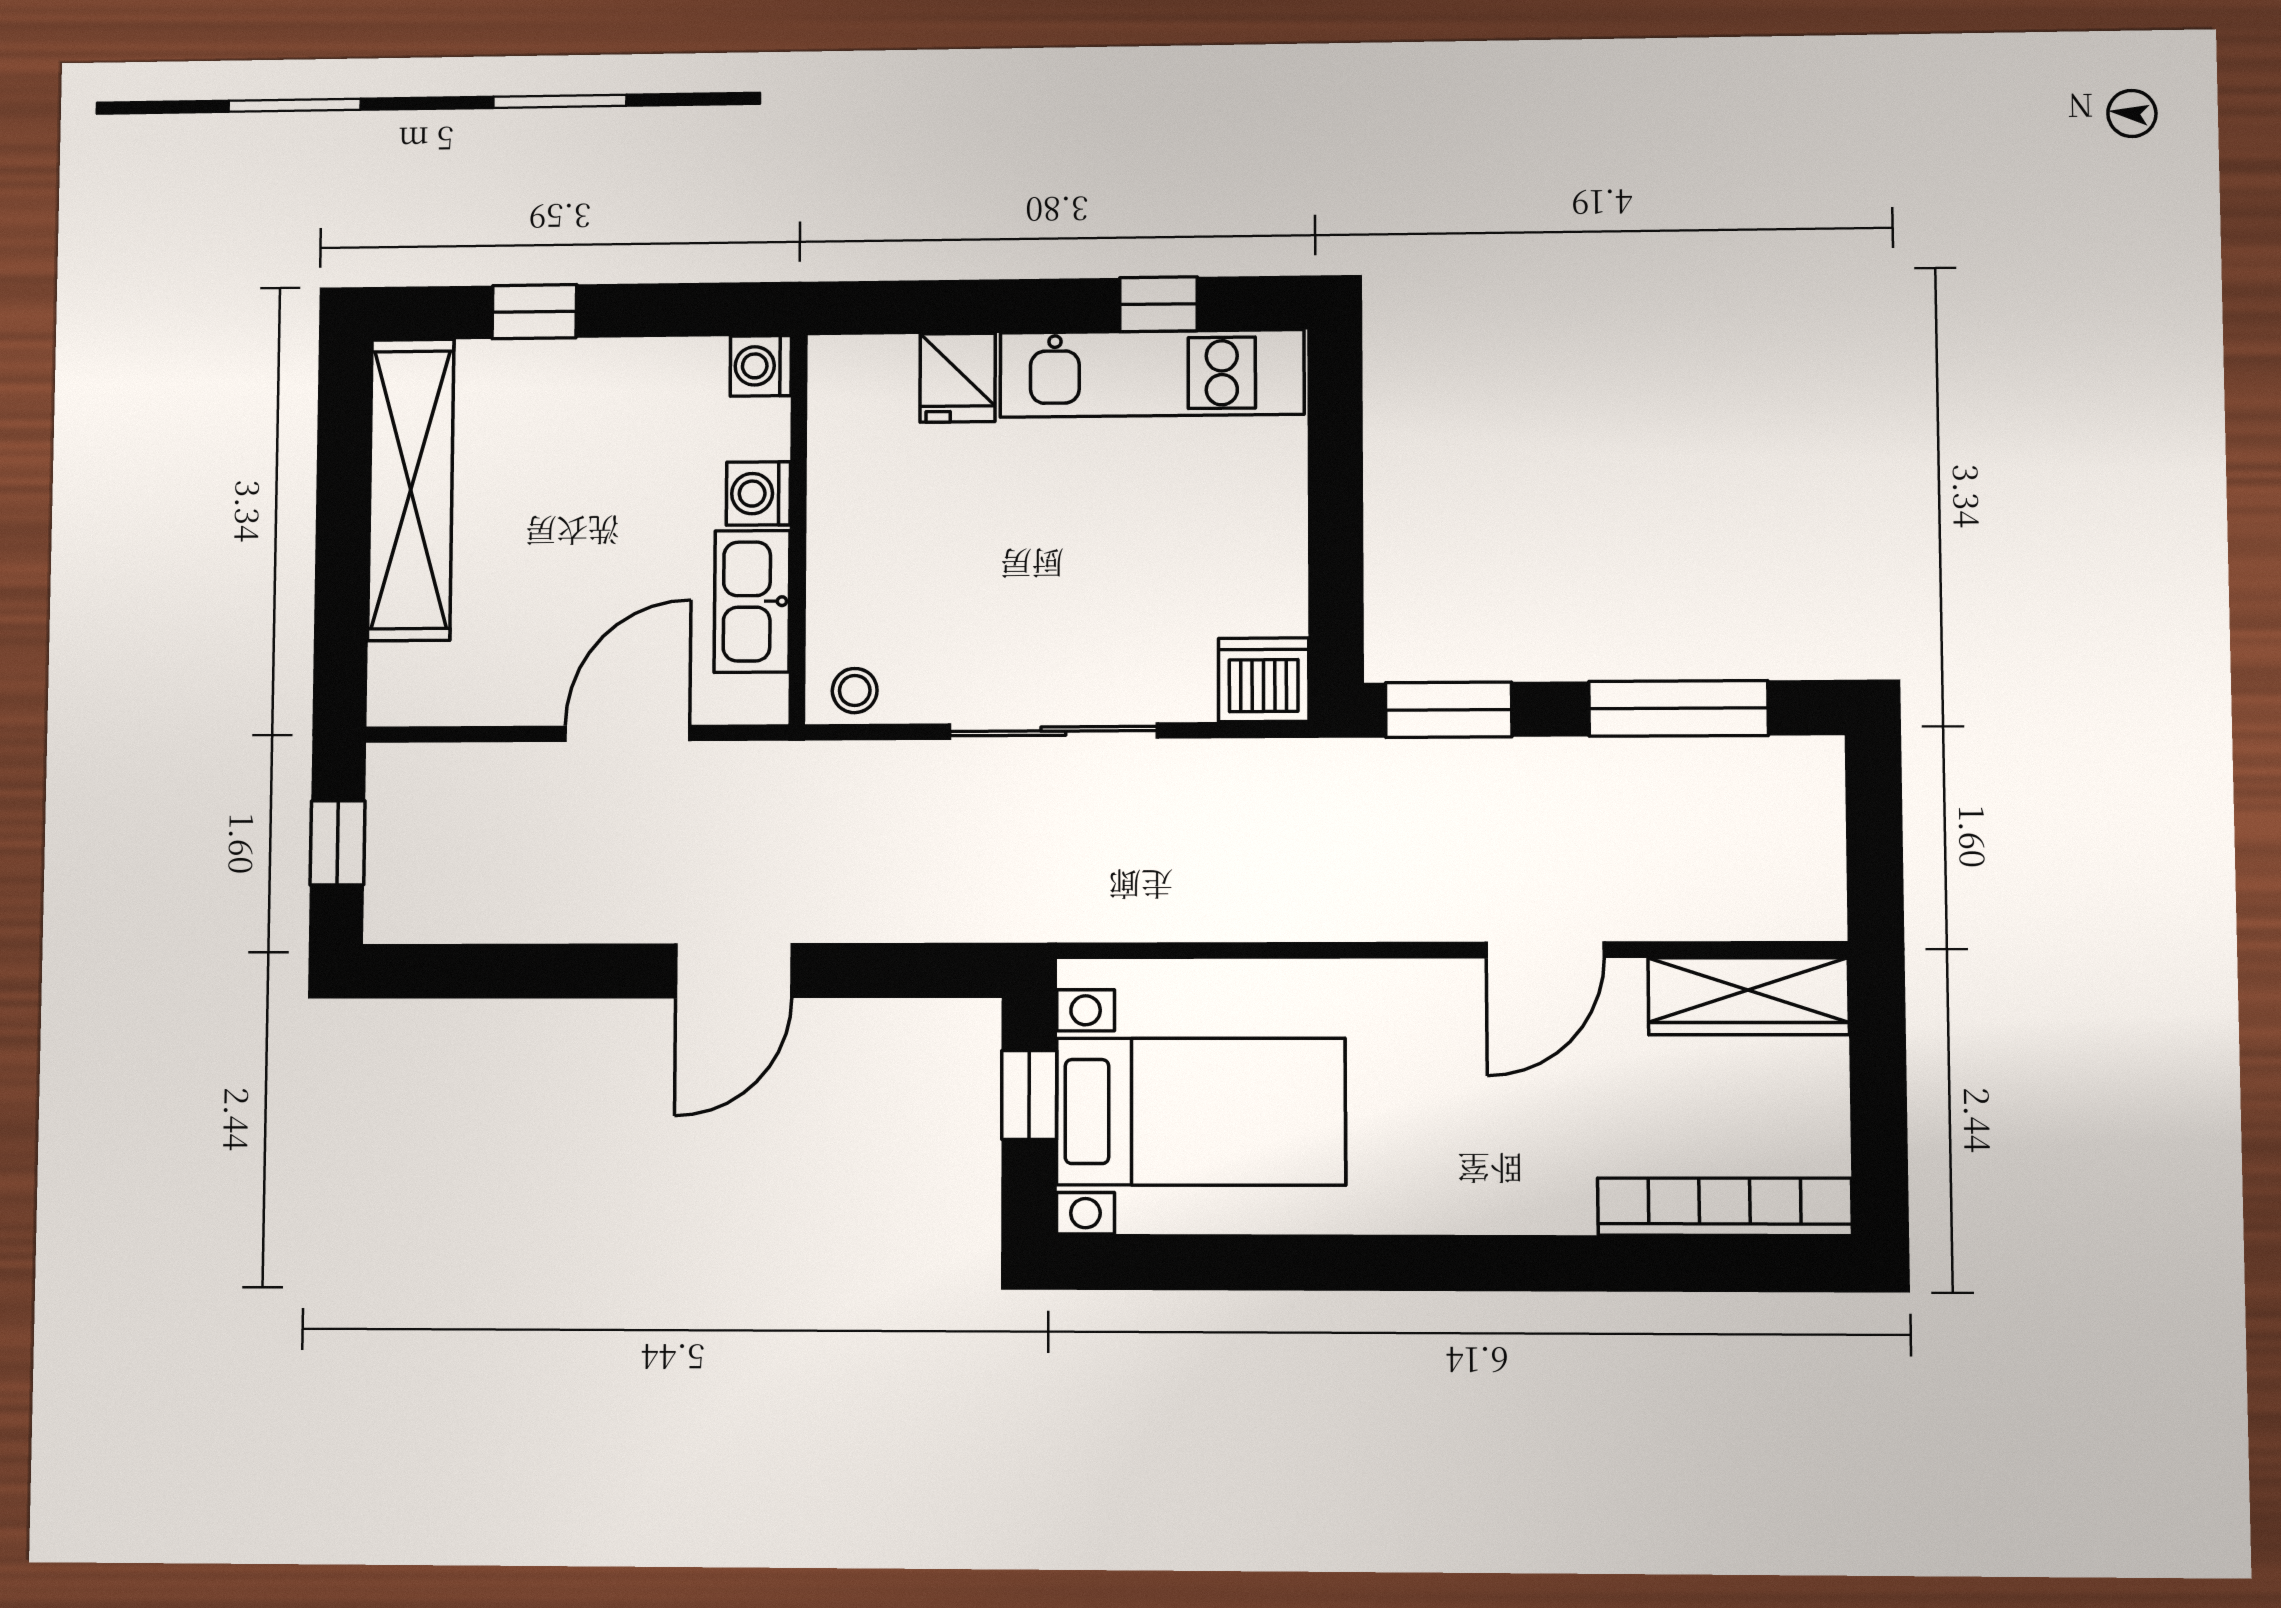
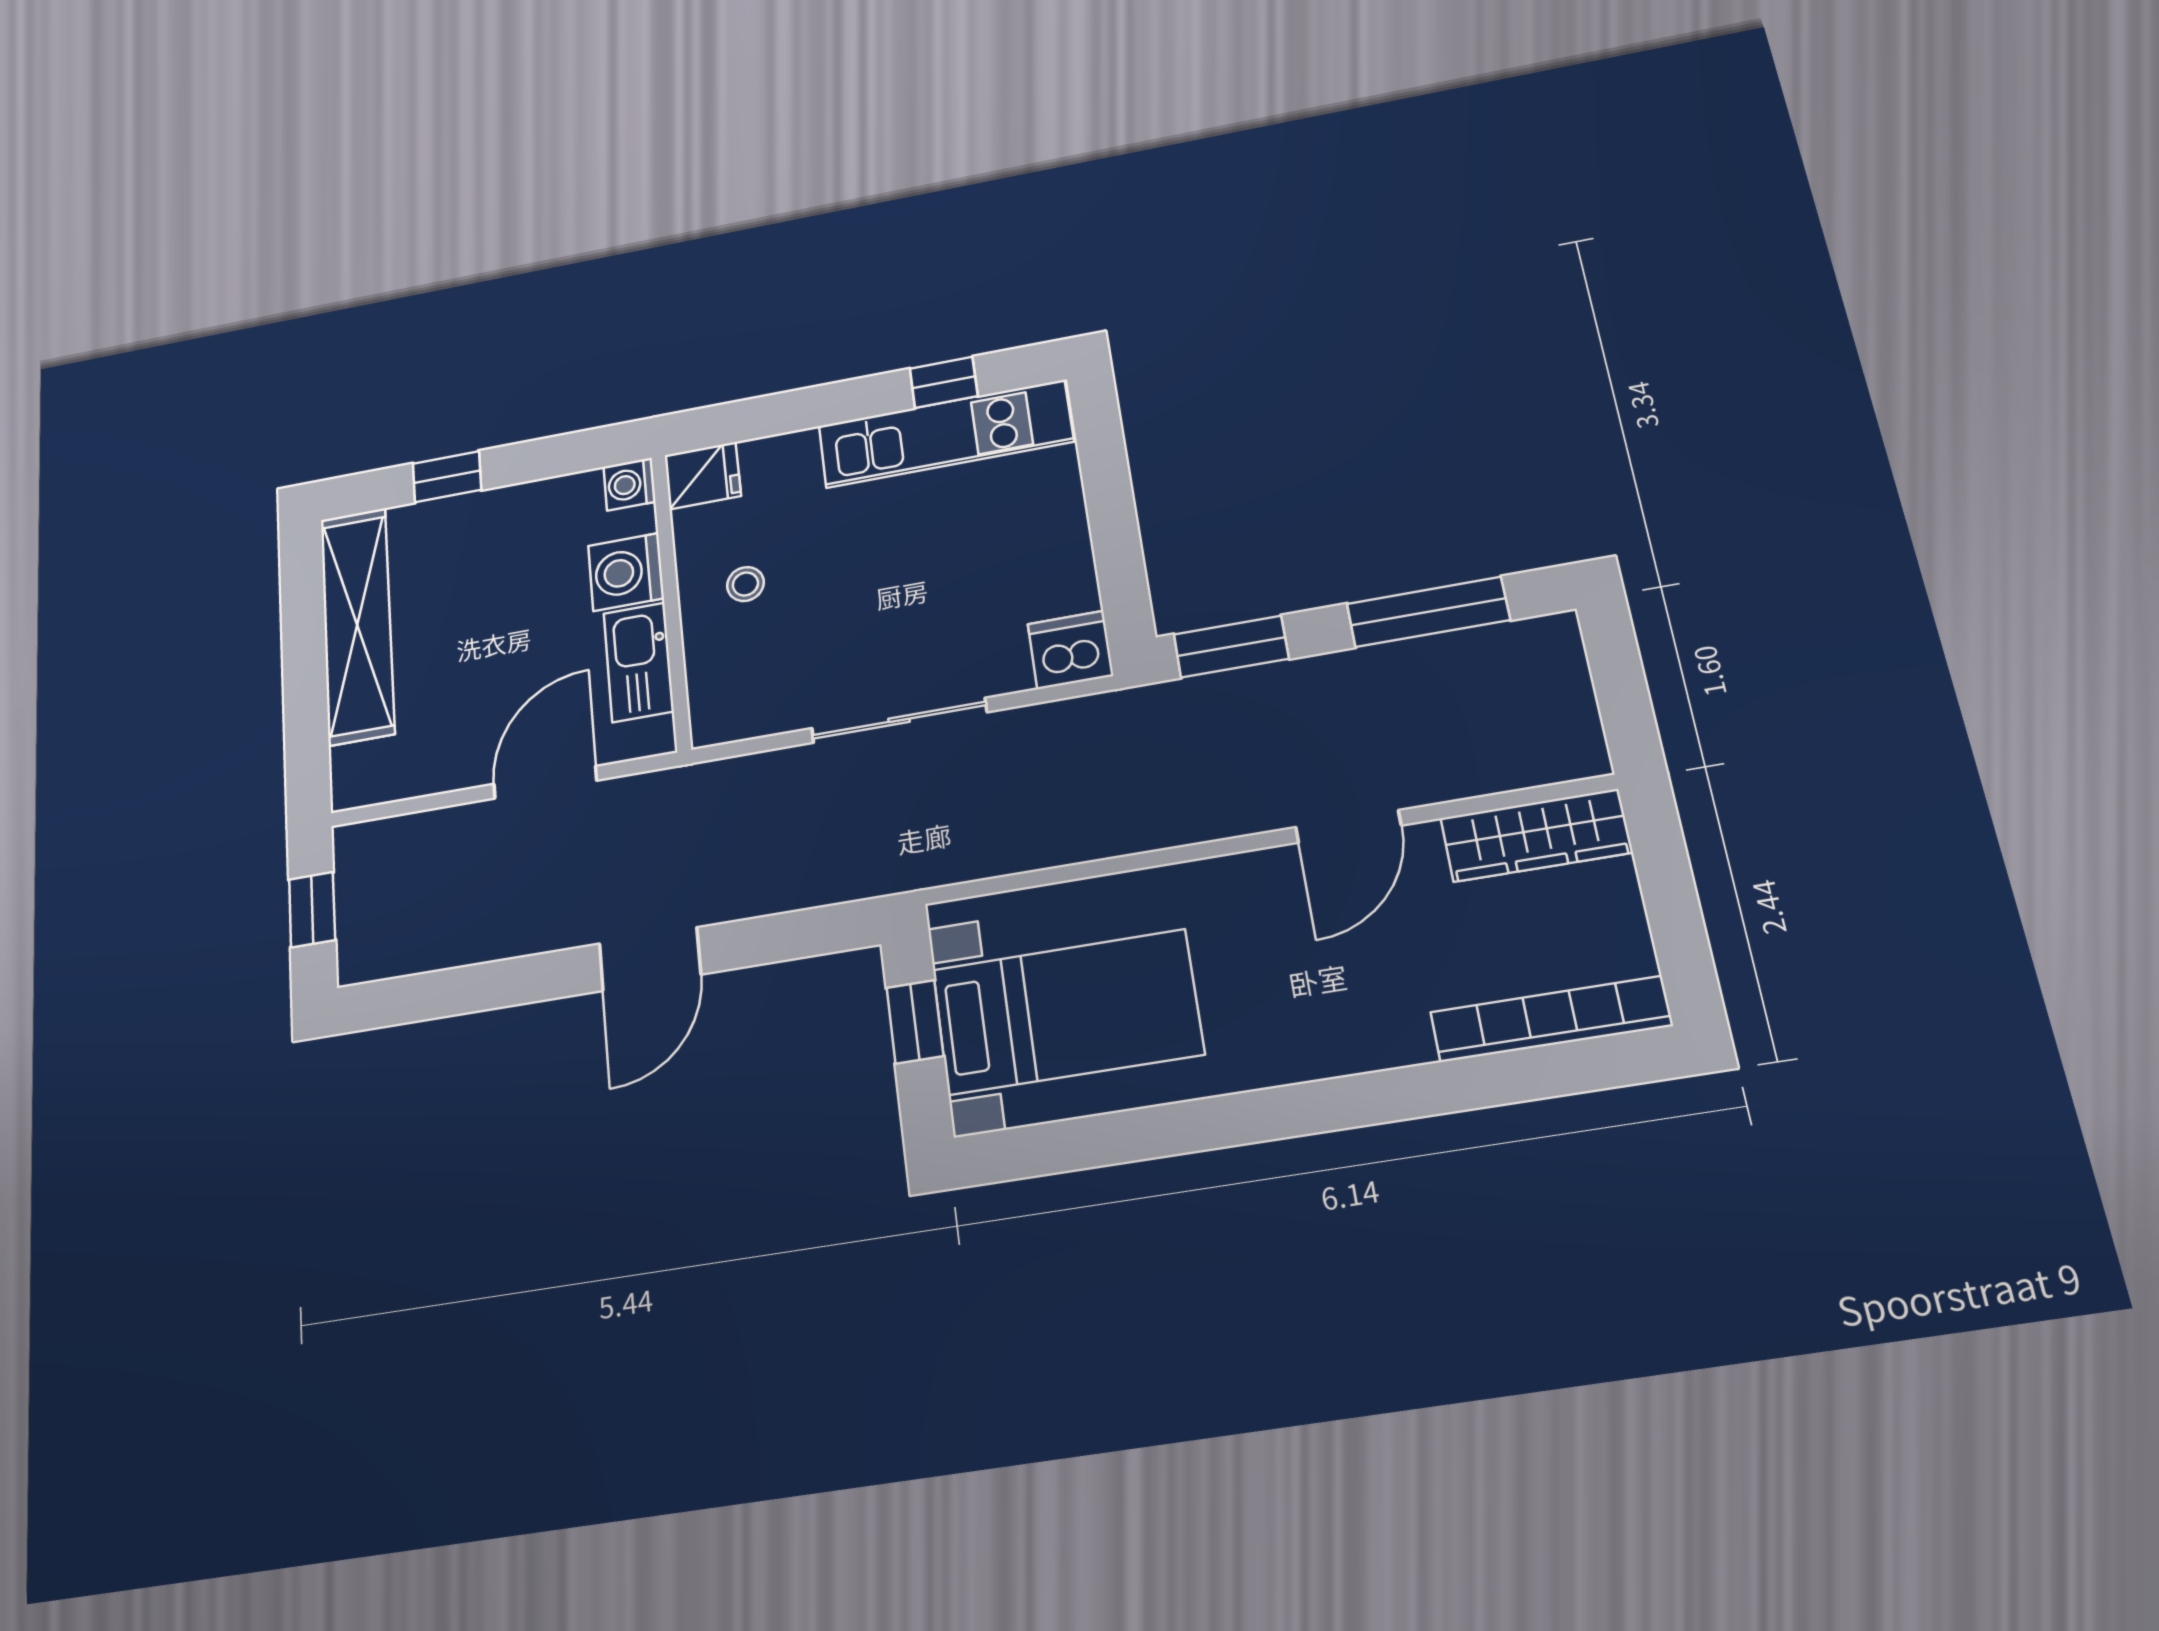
fridge: (958, 378) -> (703, 476), moved, turned -90
washing machine: (758, 493) -> (626, 572), width x1.38, depth x1.38
stool: (855, 690) -> (745, 584), moved

